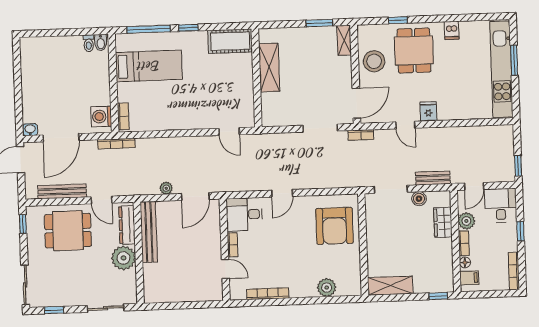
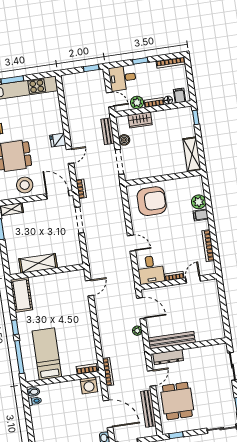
plant: (123, 258) -> (193, 357), removed
filing cabinet: (309, 288) -> (201, 215), added

